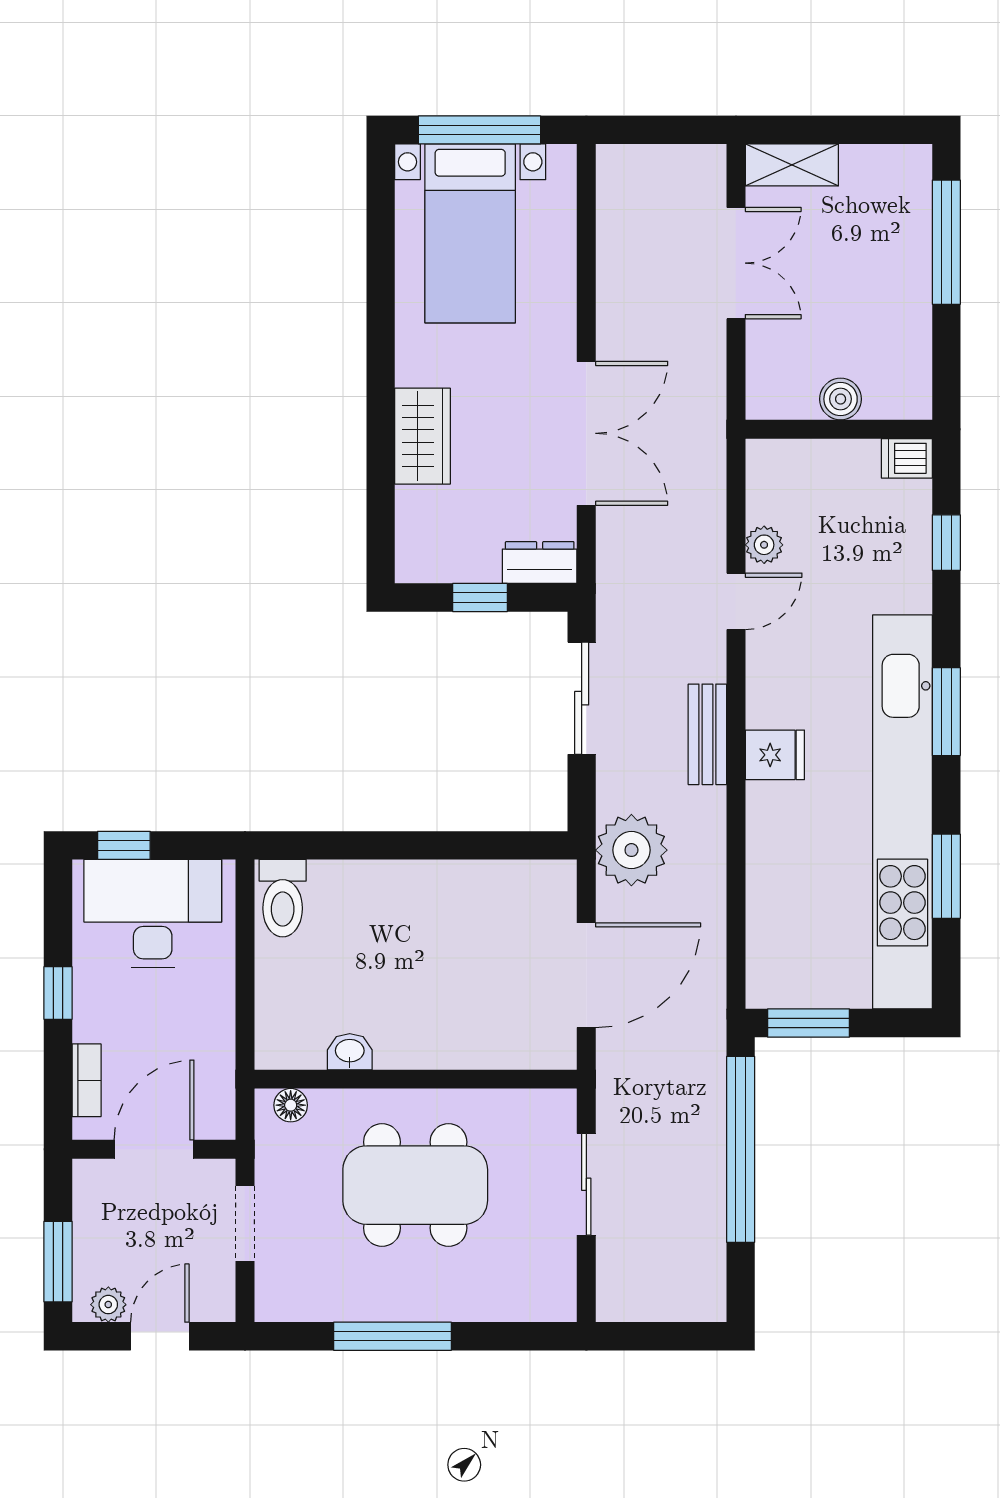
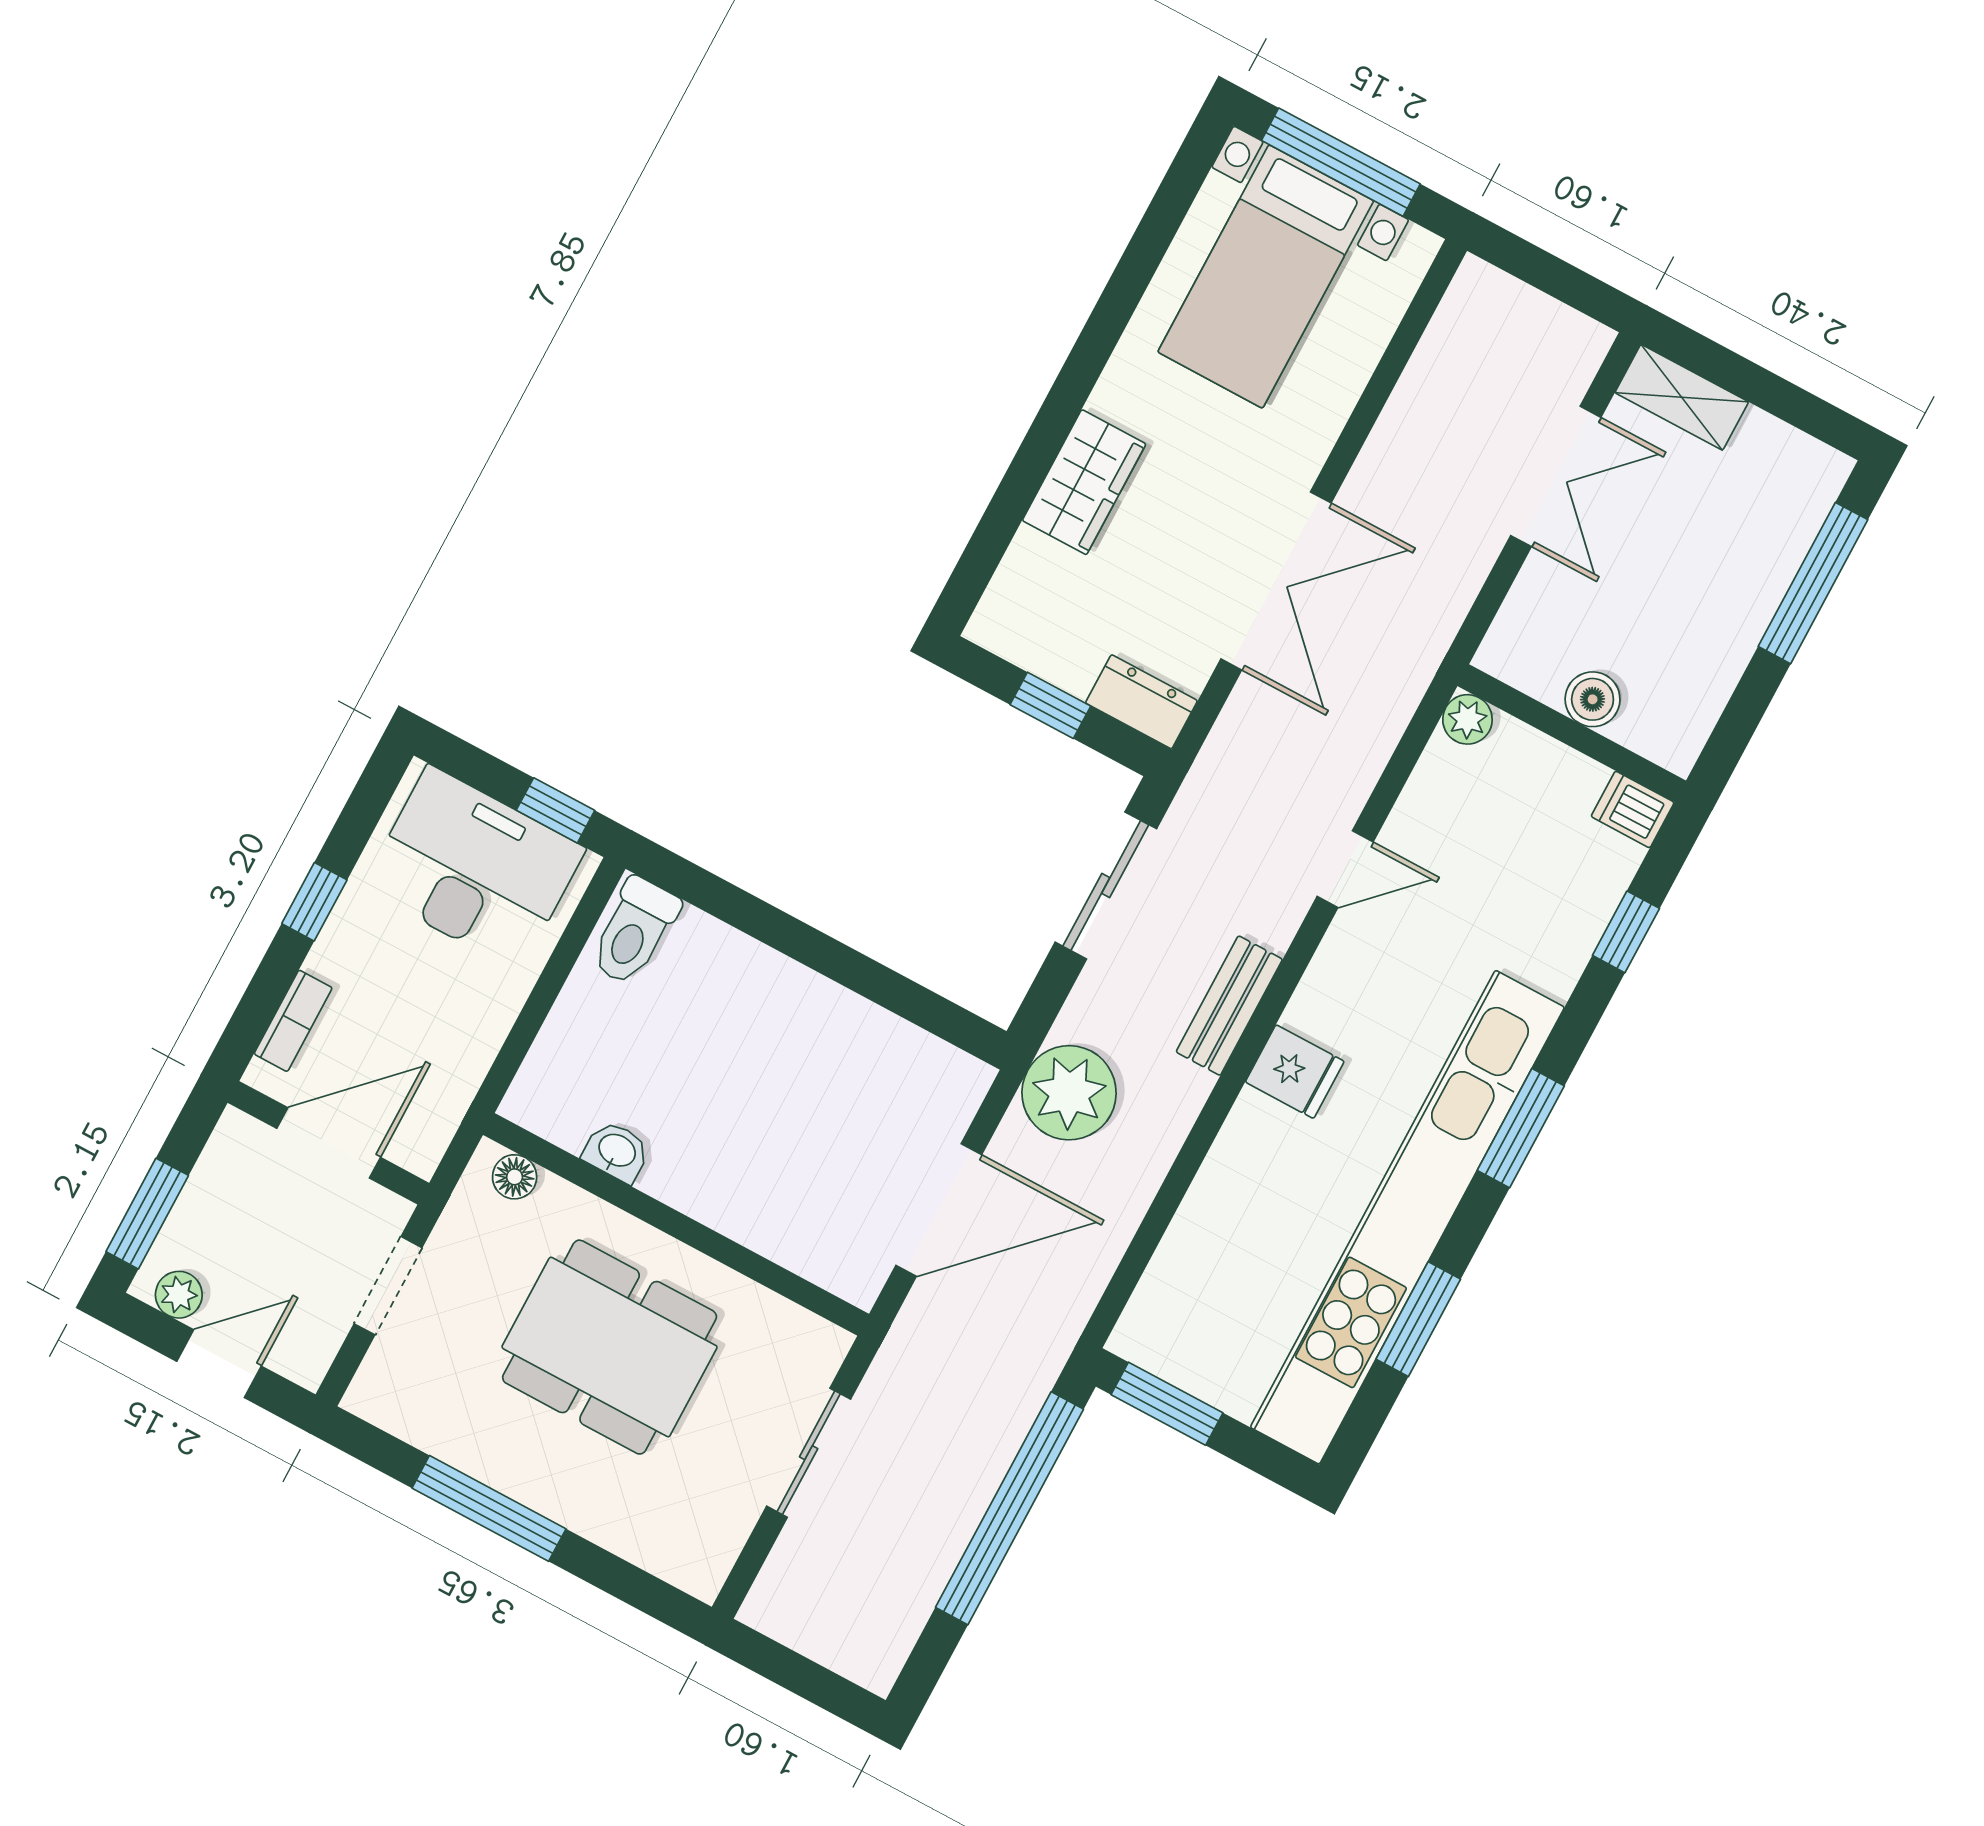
plant: (764, 545) -> (1467, 719), moved
window: (124, 845) -> (556, 810), moved

